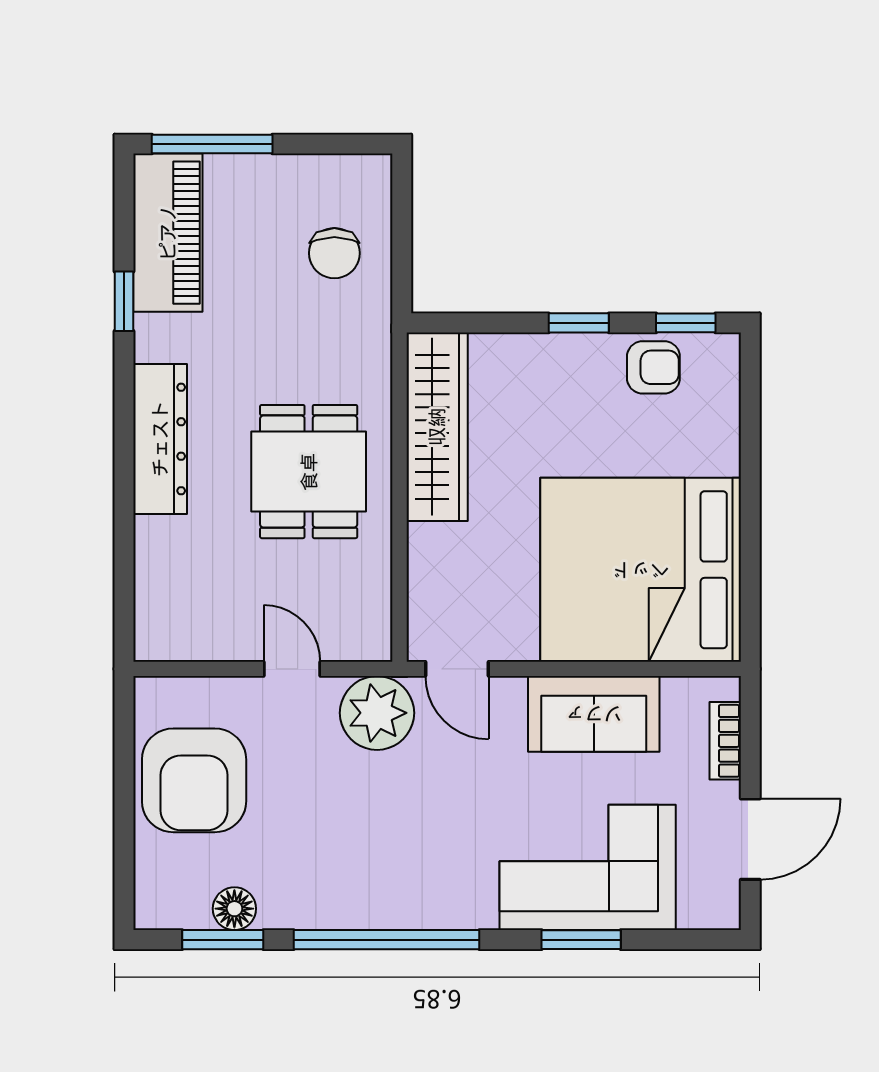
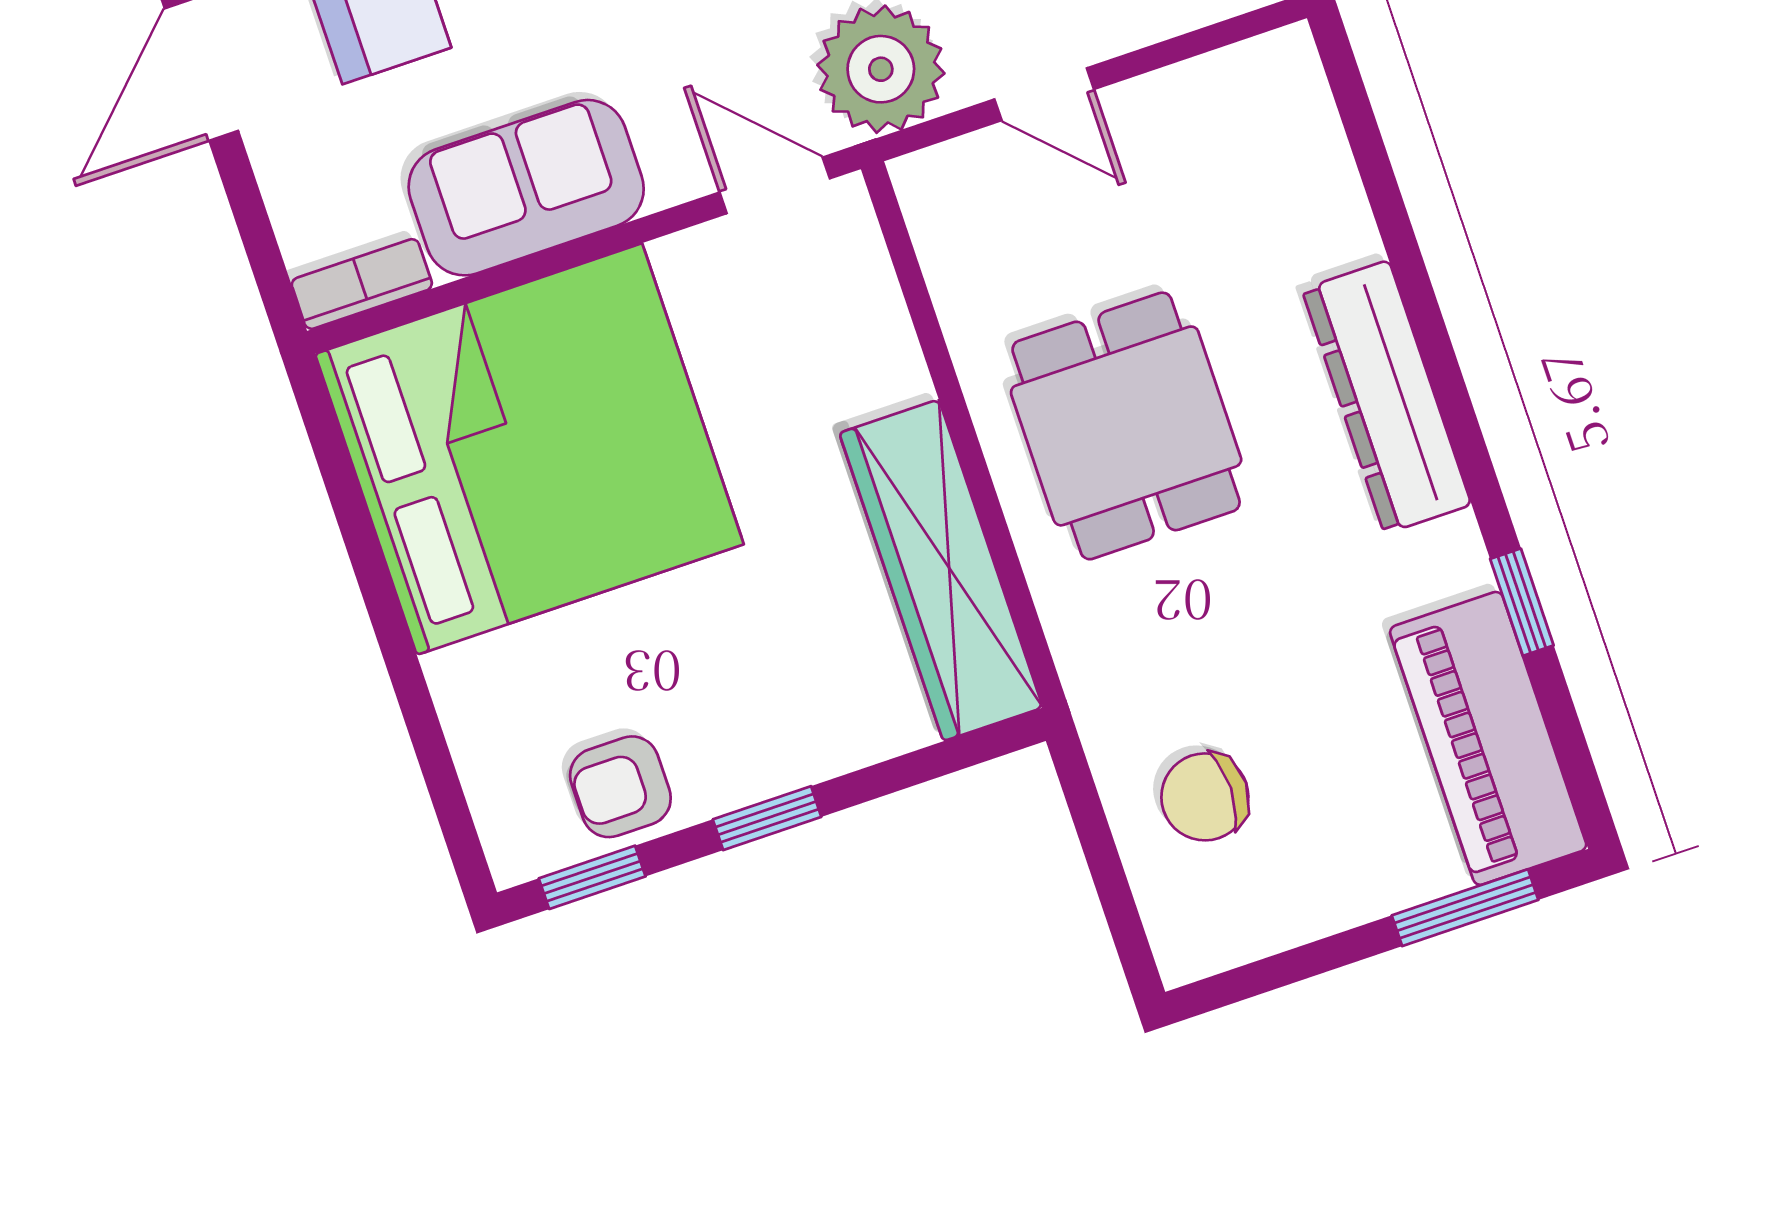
window: (212, 144) -> (1465, 908), width x0.69
chair: (334, 253) -> (1205, 797), turned -90
bookcase: (725, 741) -> (362, 284), moved, turned -90

